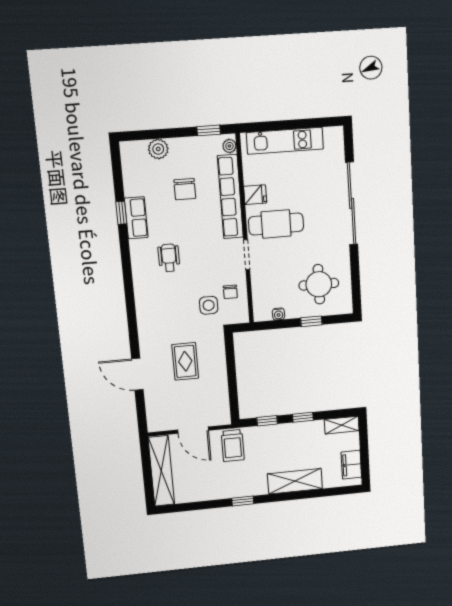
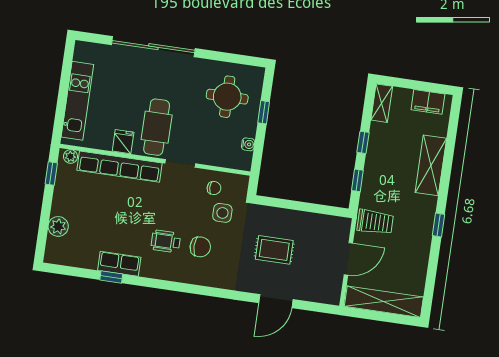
chair: (185, 189) -> (200, 247), moved

